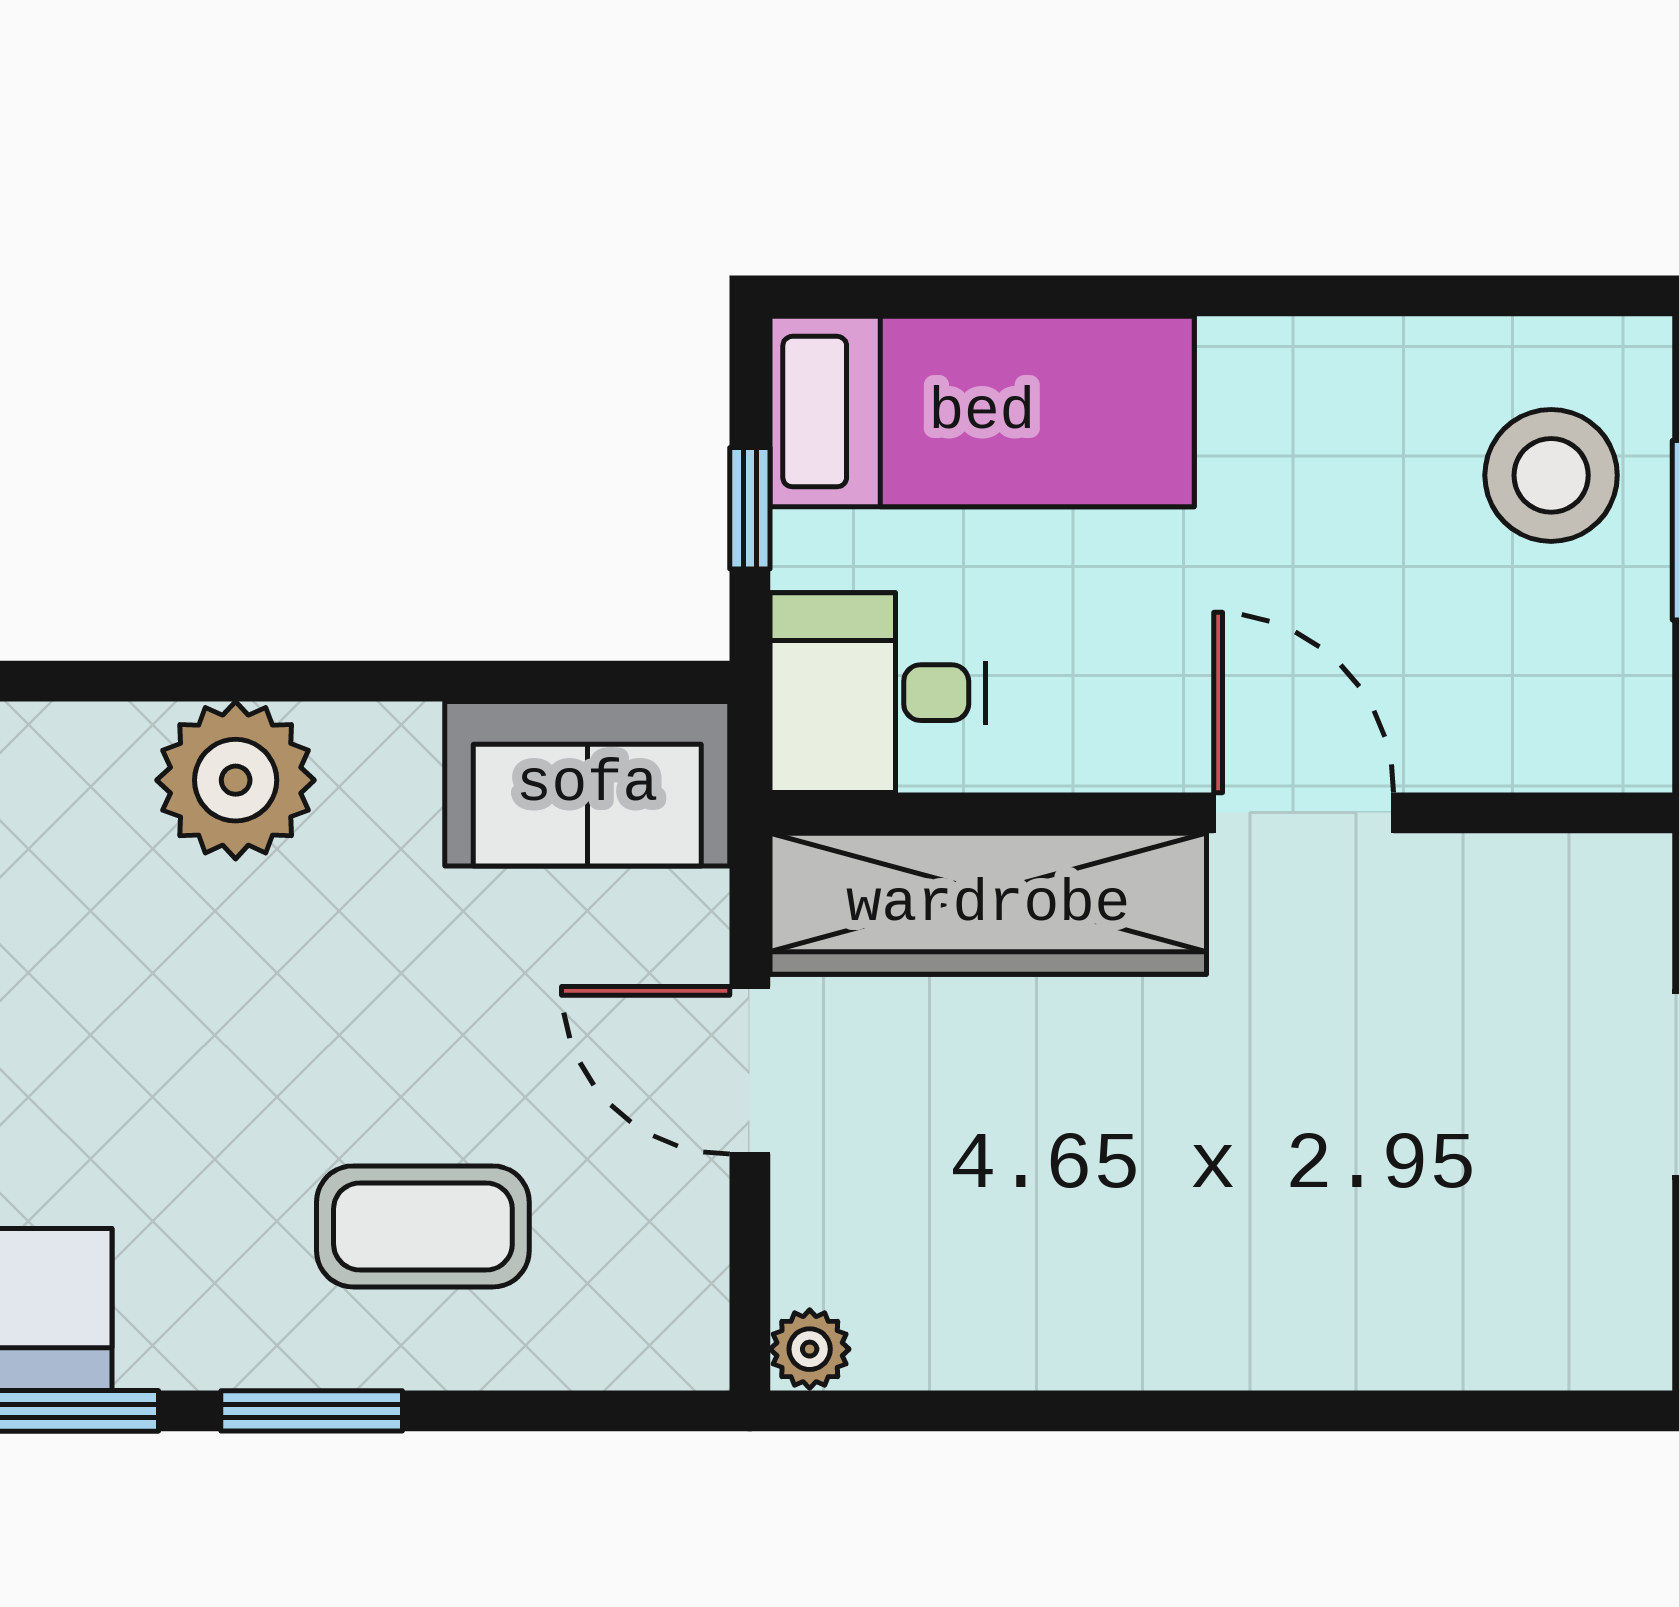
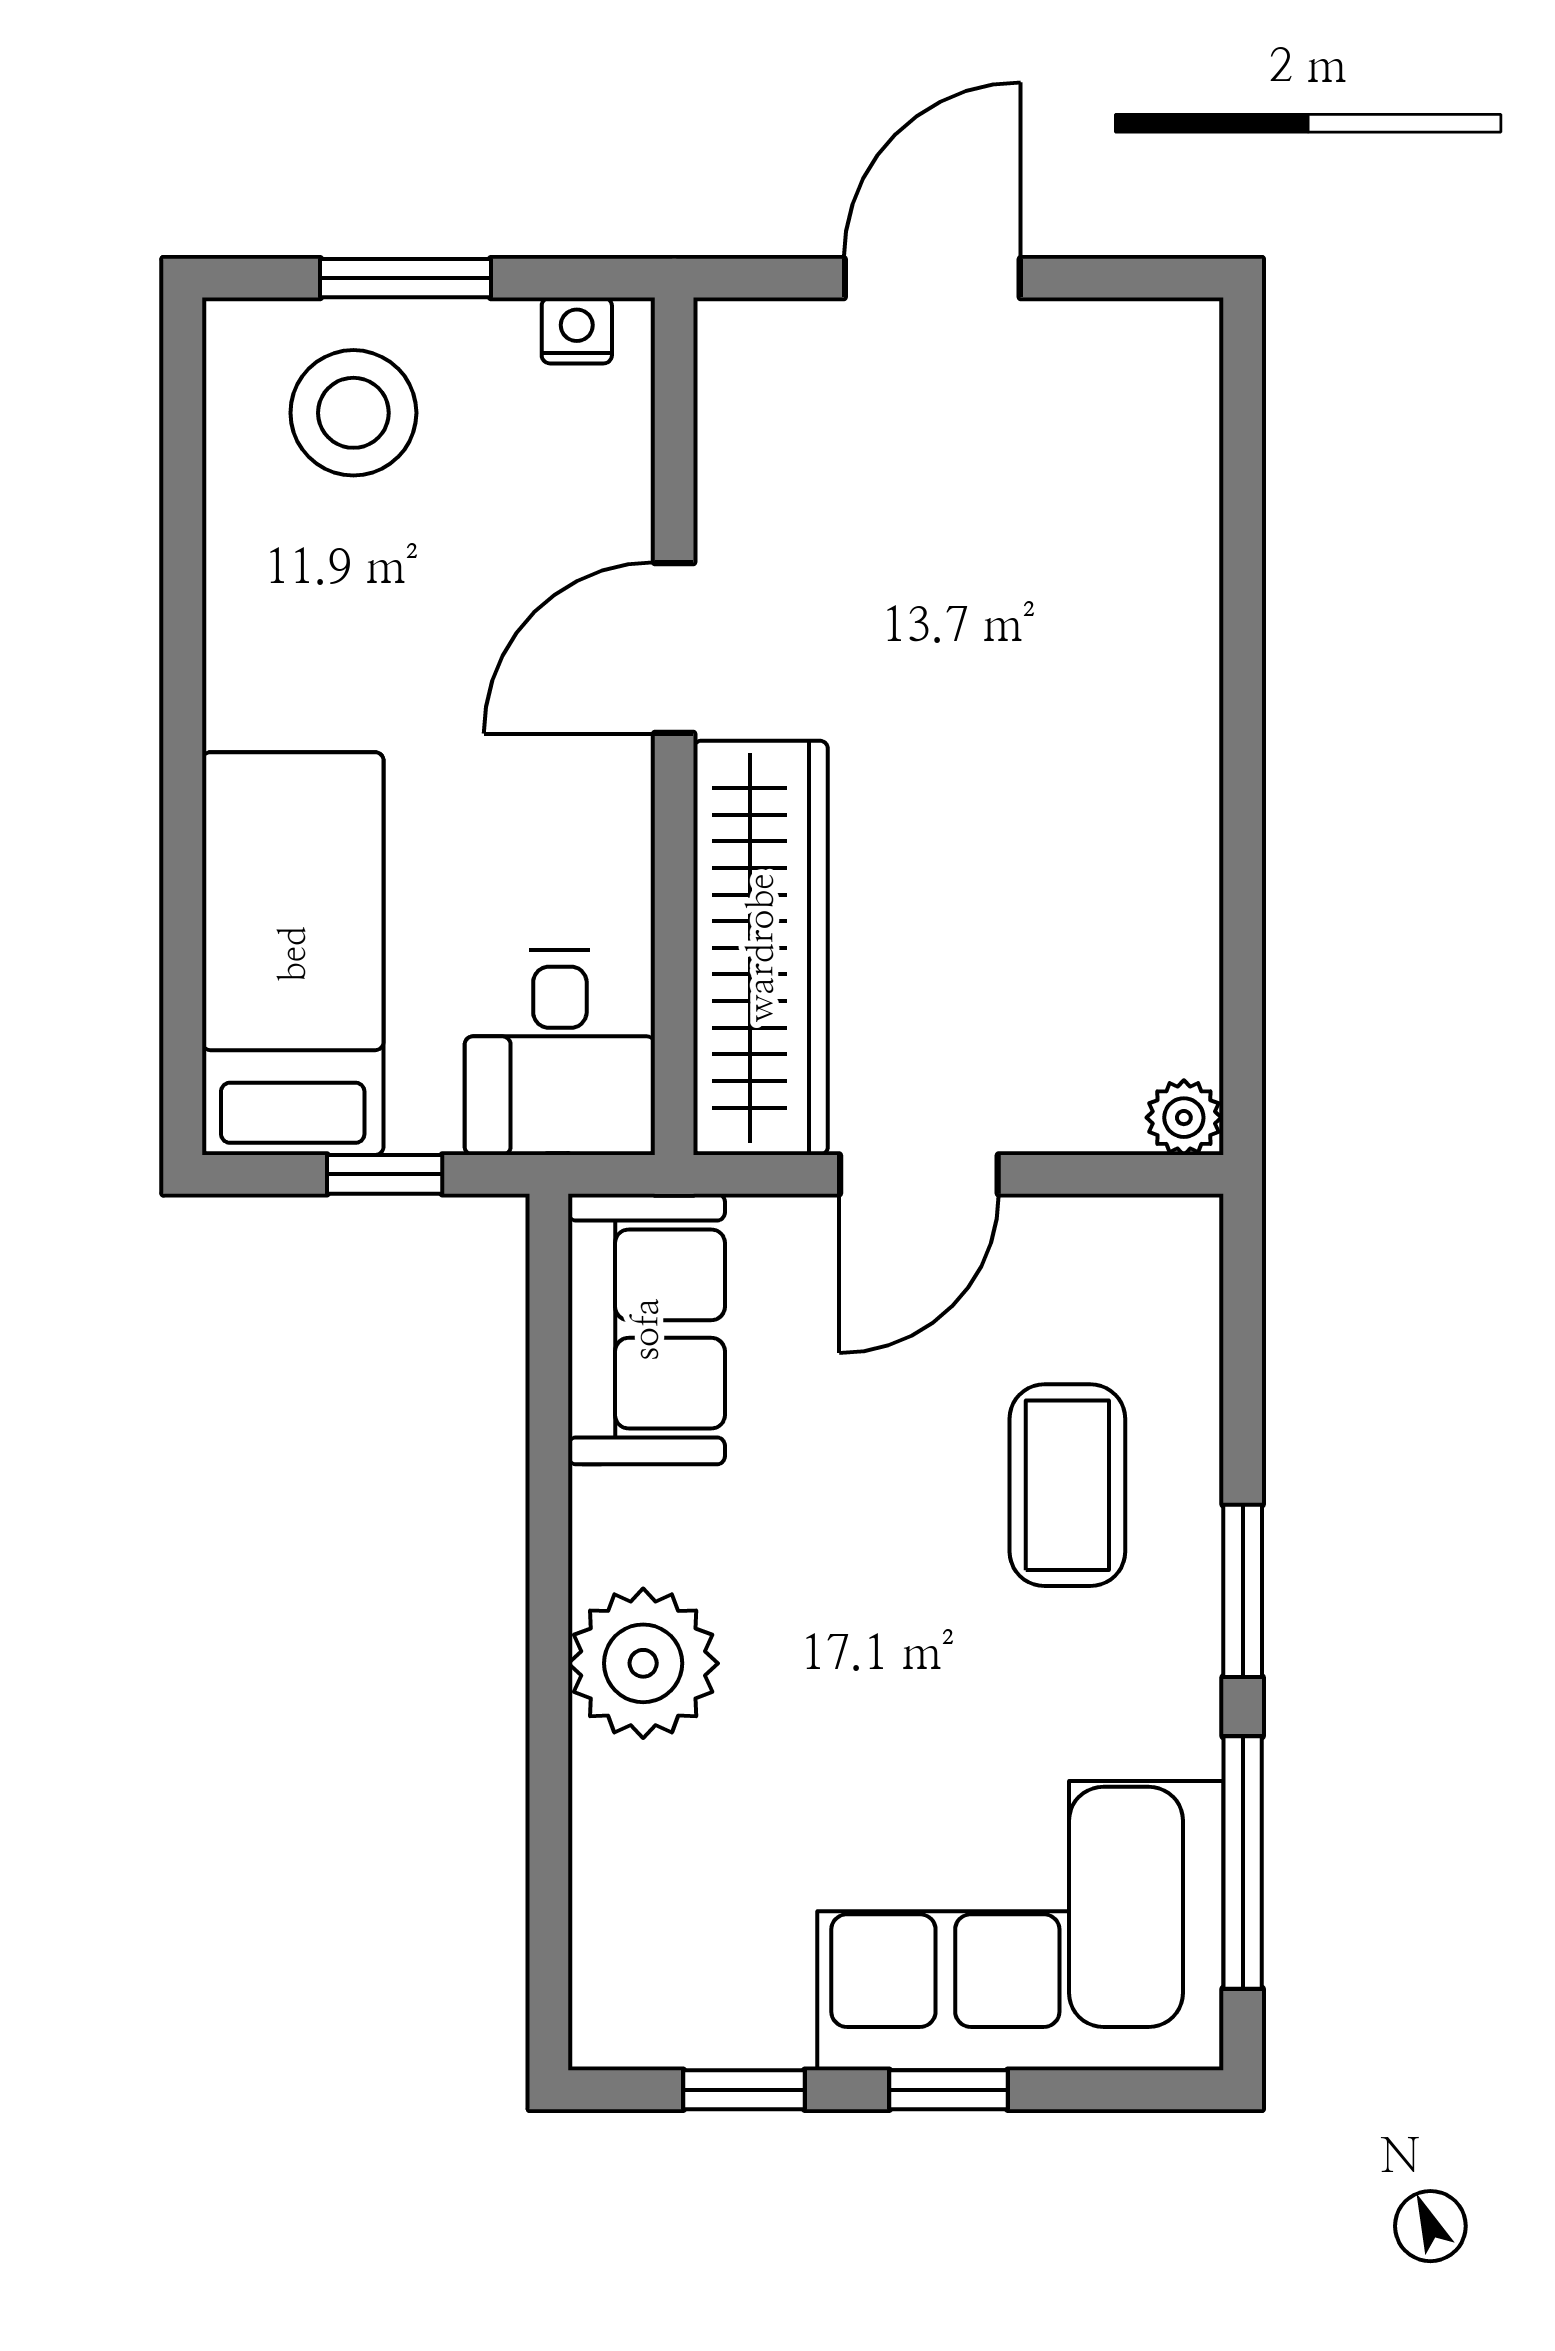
nightstand: (1638, 710) -> (577, 331), added

